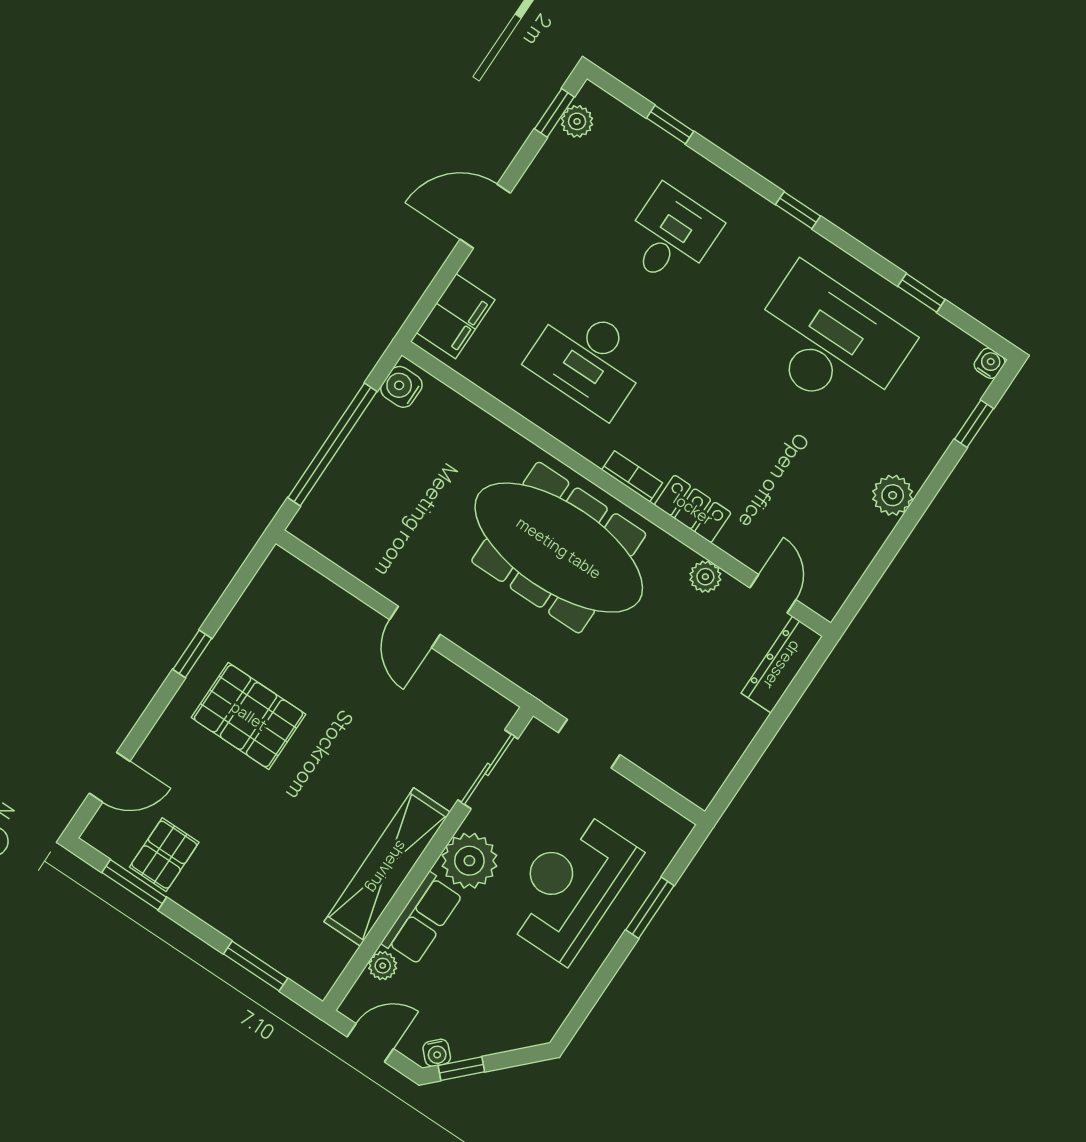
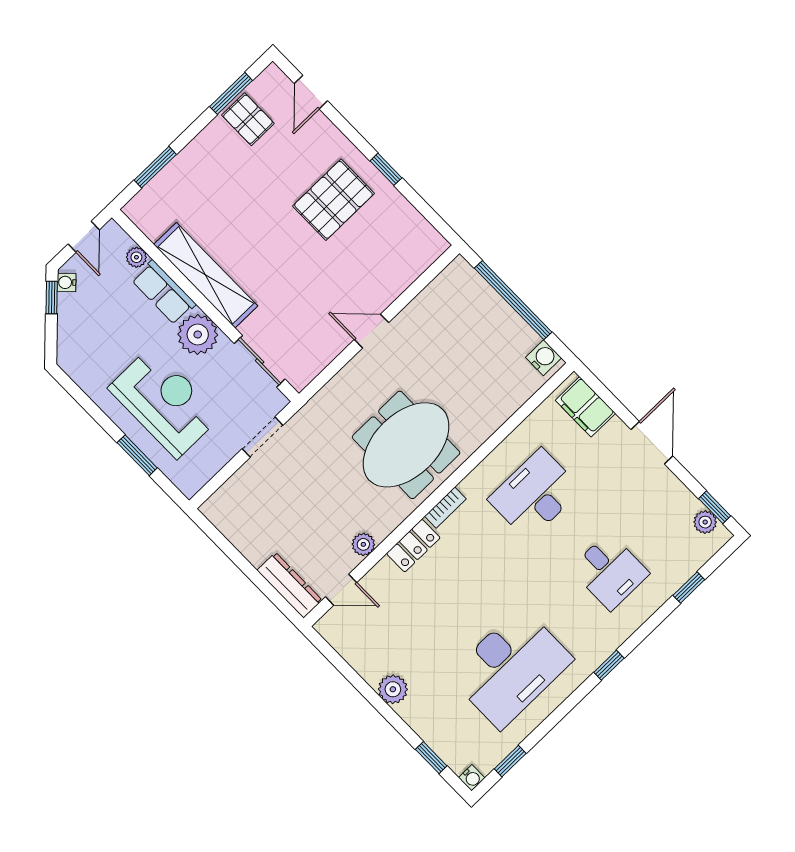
window: (921, 293) -> (510, 761), moved
meeting table: (559, 548) -> (406, 445), width x0.73

